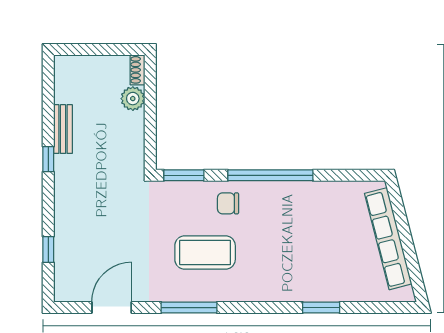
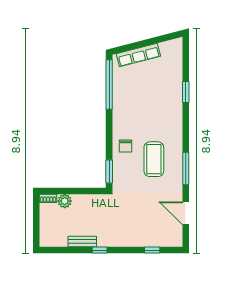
window: (270, 175) -> (109, 84), moved
row of seats: (388, 239) -> (138, 55), width x0.73

